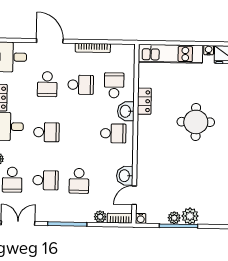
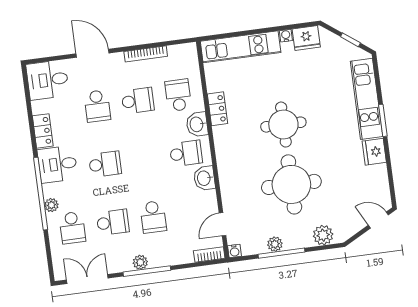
round table: (195, 171) -> (291, 184), added
washbasin: (125, 176) -> (204, 178), moved
plant: (190, 216) -> (323, 235), moved
plant: (100, 217) -> (140, 262), moved

